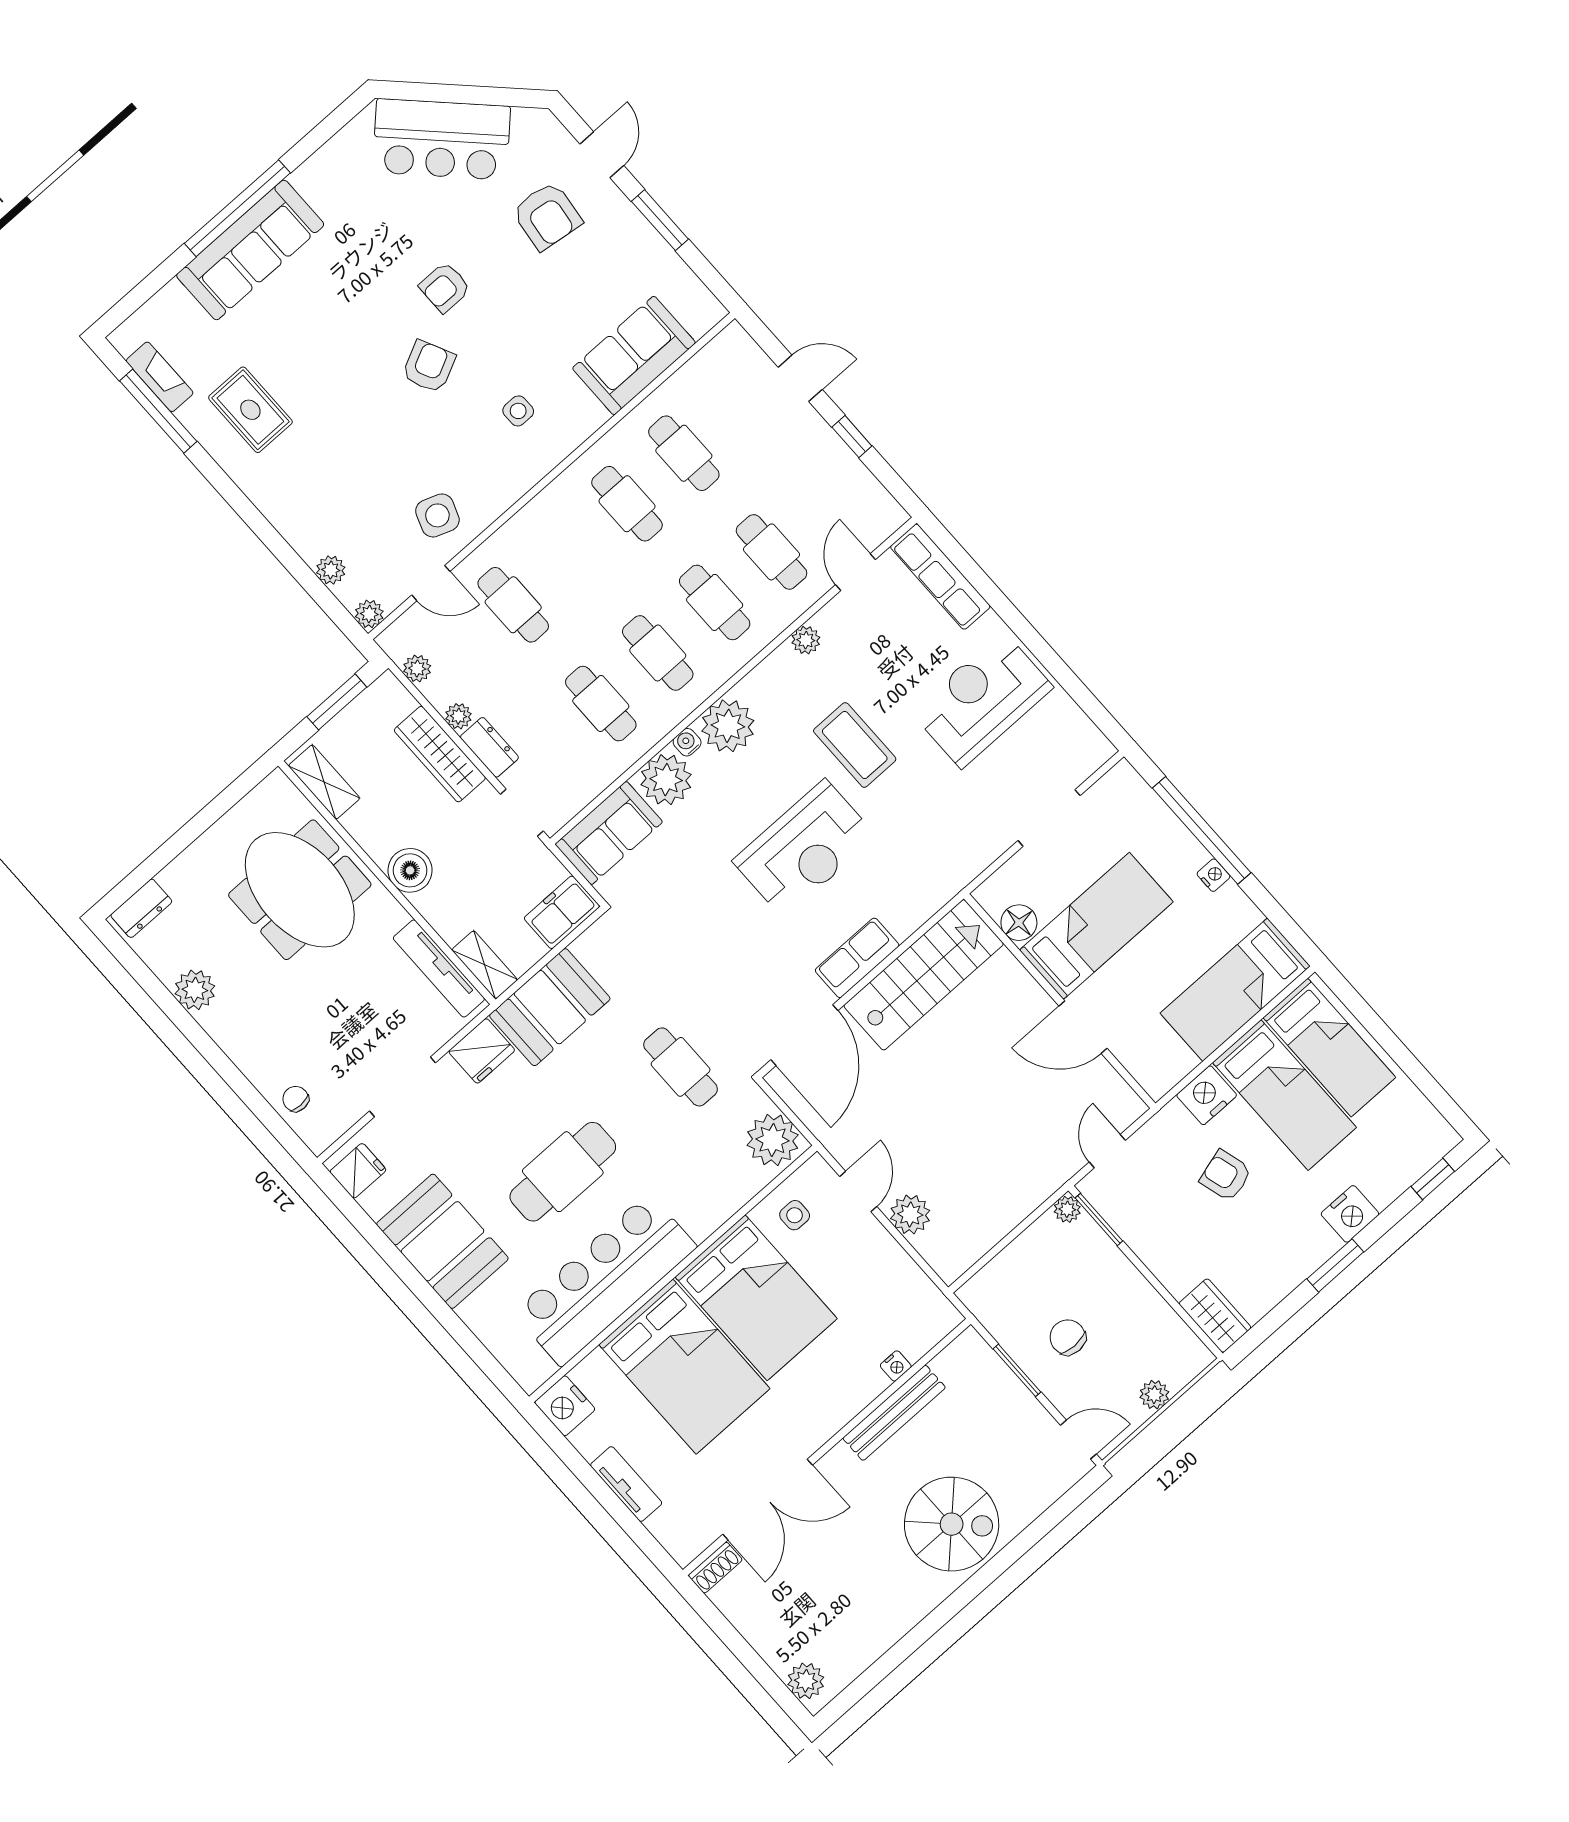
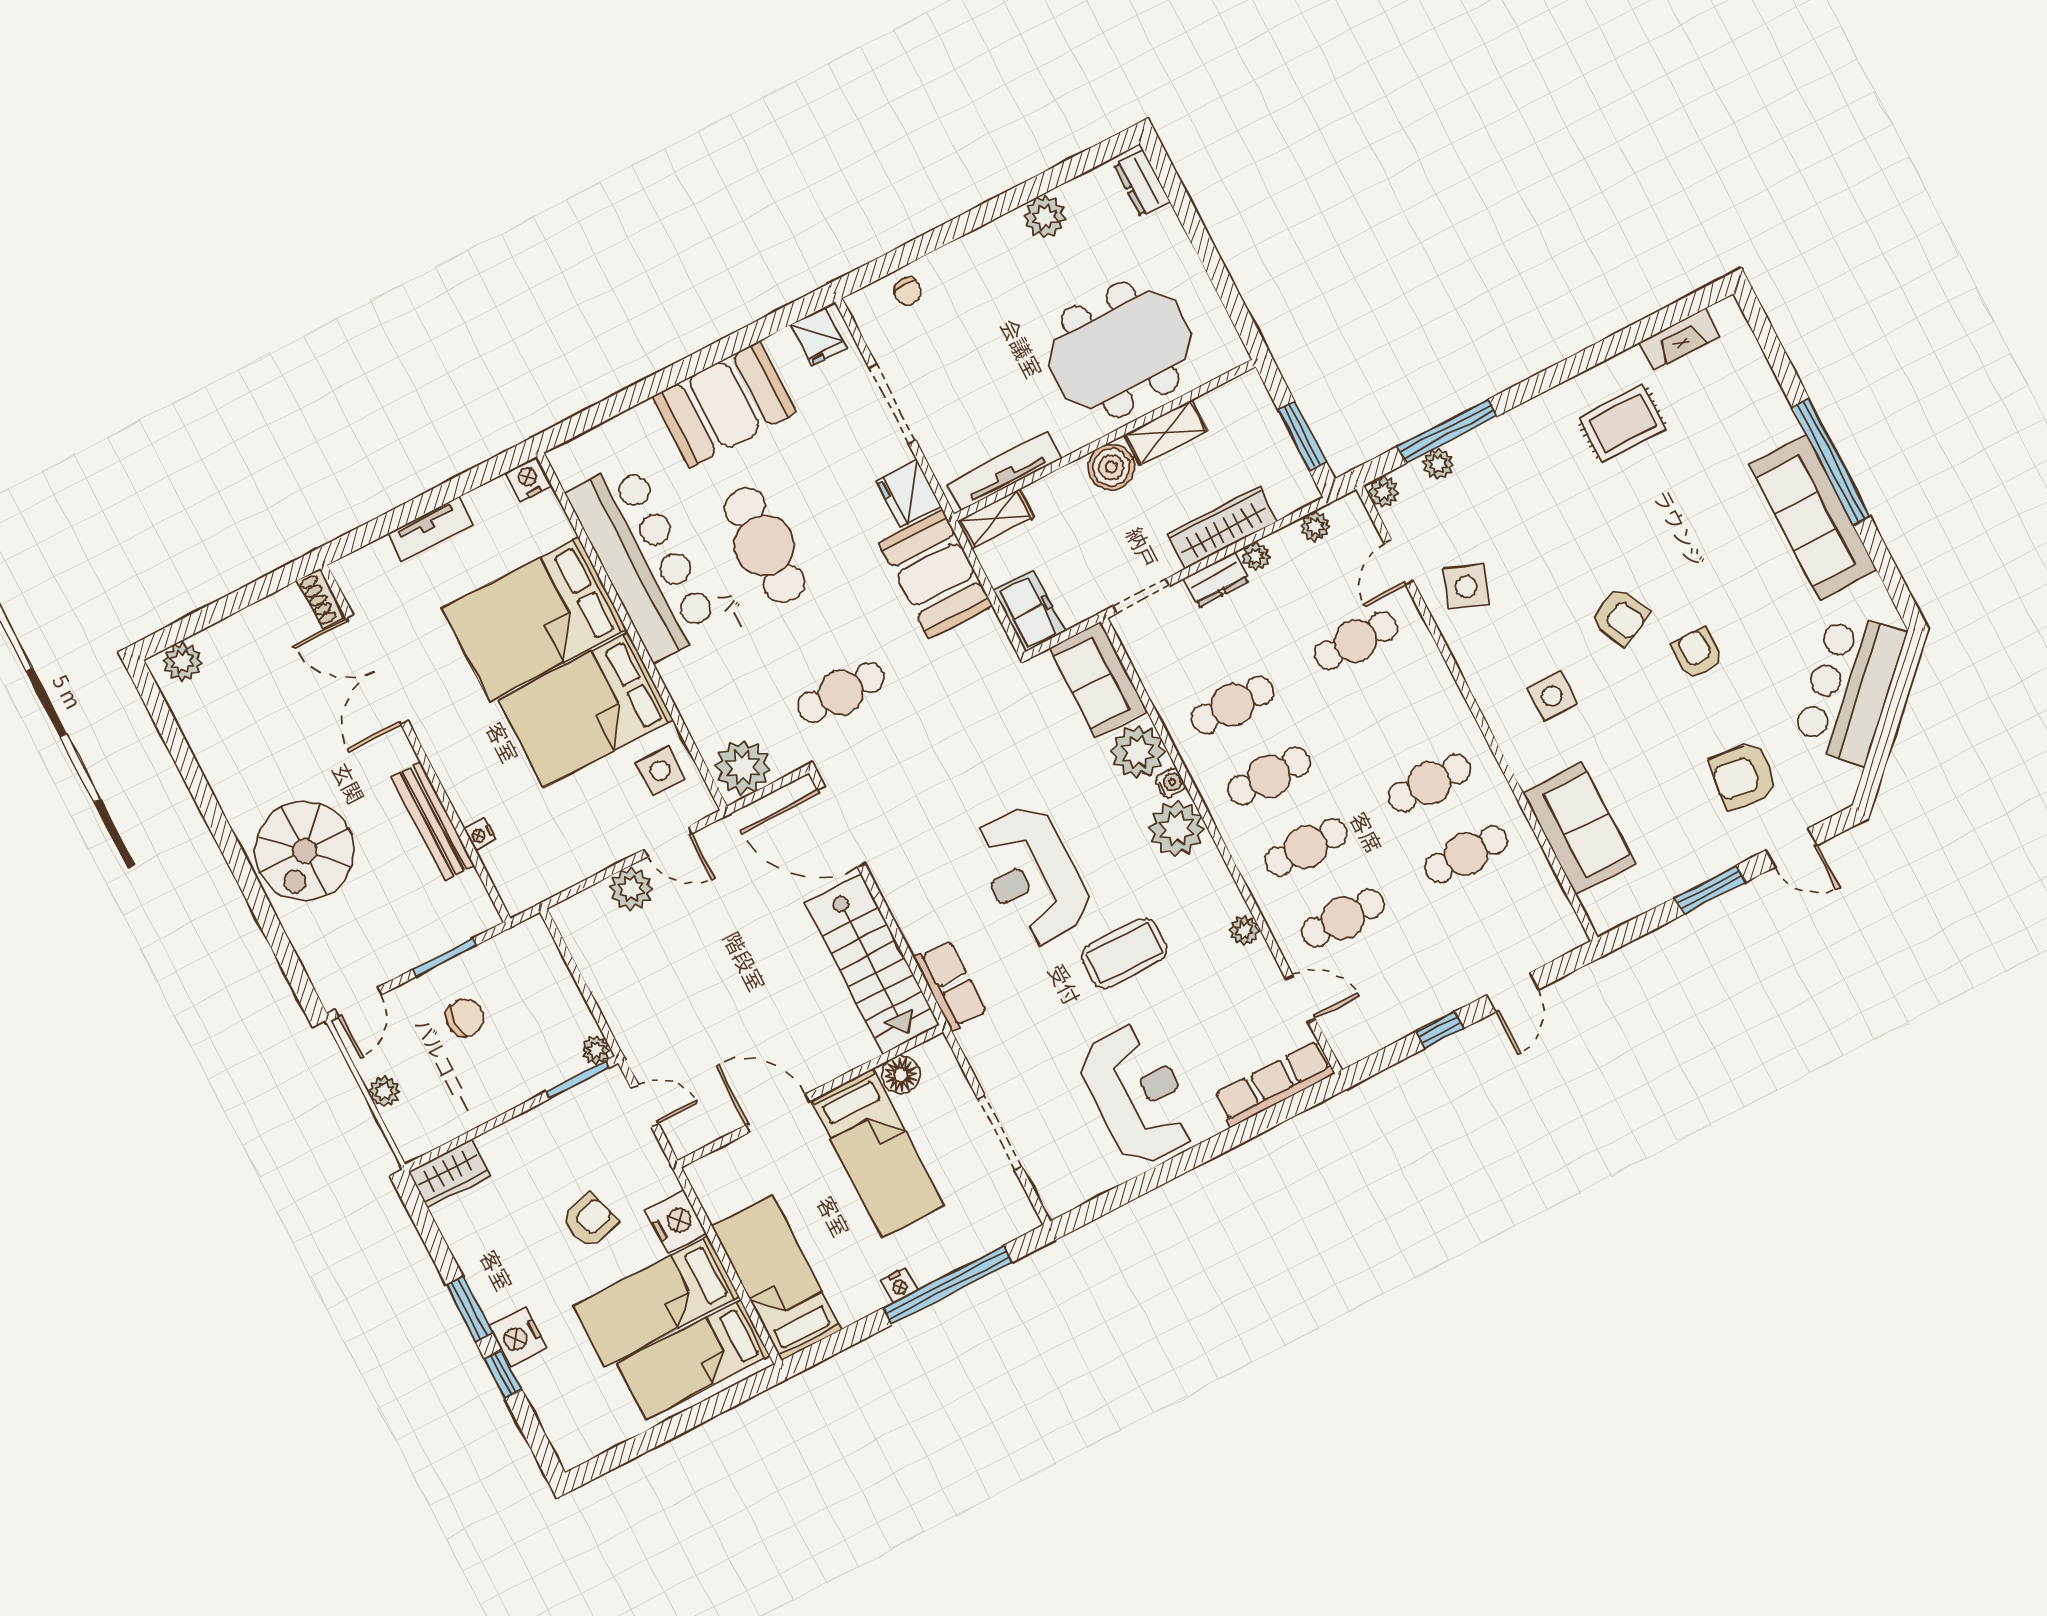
sofa: (250, 250) -> (1813, 517), moved
window: (158, 411) -> (1447, 431), moved
side table: (518, 411) -> (1552, 696), width x1.37, depth x1.37
shelving: (324, 782) -> (1166, 432), moved
row of seats: (857, 958) -> (950, 985), moved
door: (1083, 1027) -> (778, 1113), hinge flipped
chair: (296, 1099) -> (908, 291), turned 91
window: (1433, 1179) -> (503, 1374), moved
side table: (795, 1215) -> (660, 770), width x1.37, depth x1.37
nightstand: (565, 1406) -> (528, 479), width x0.74, depth x0.75

